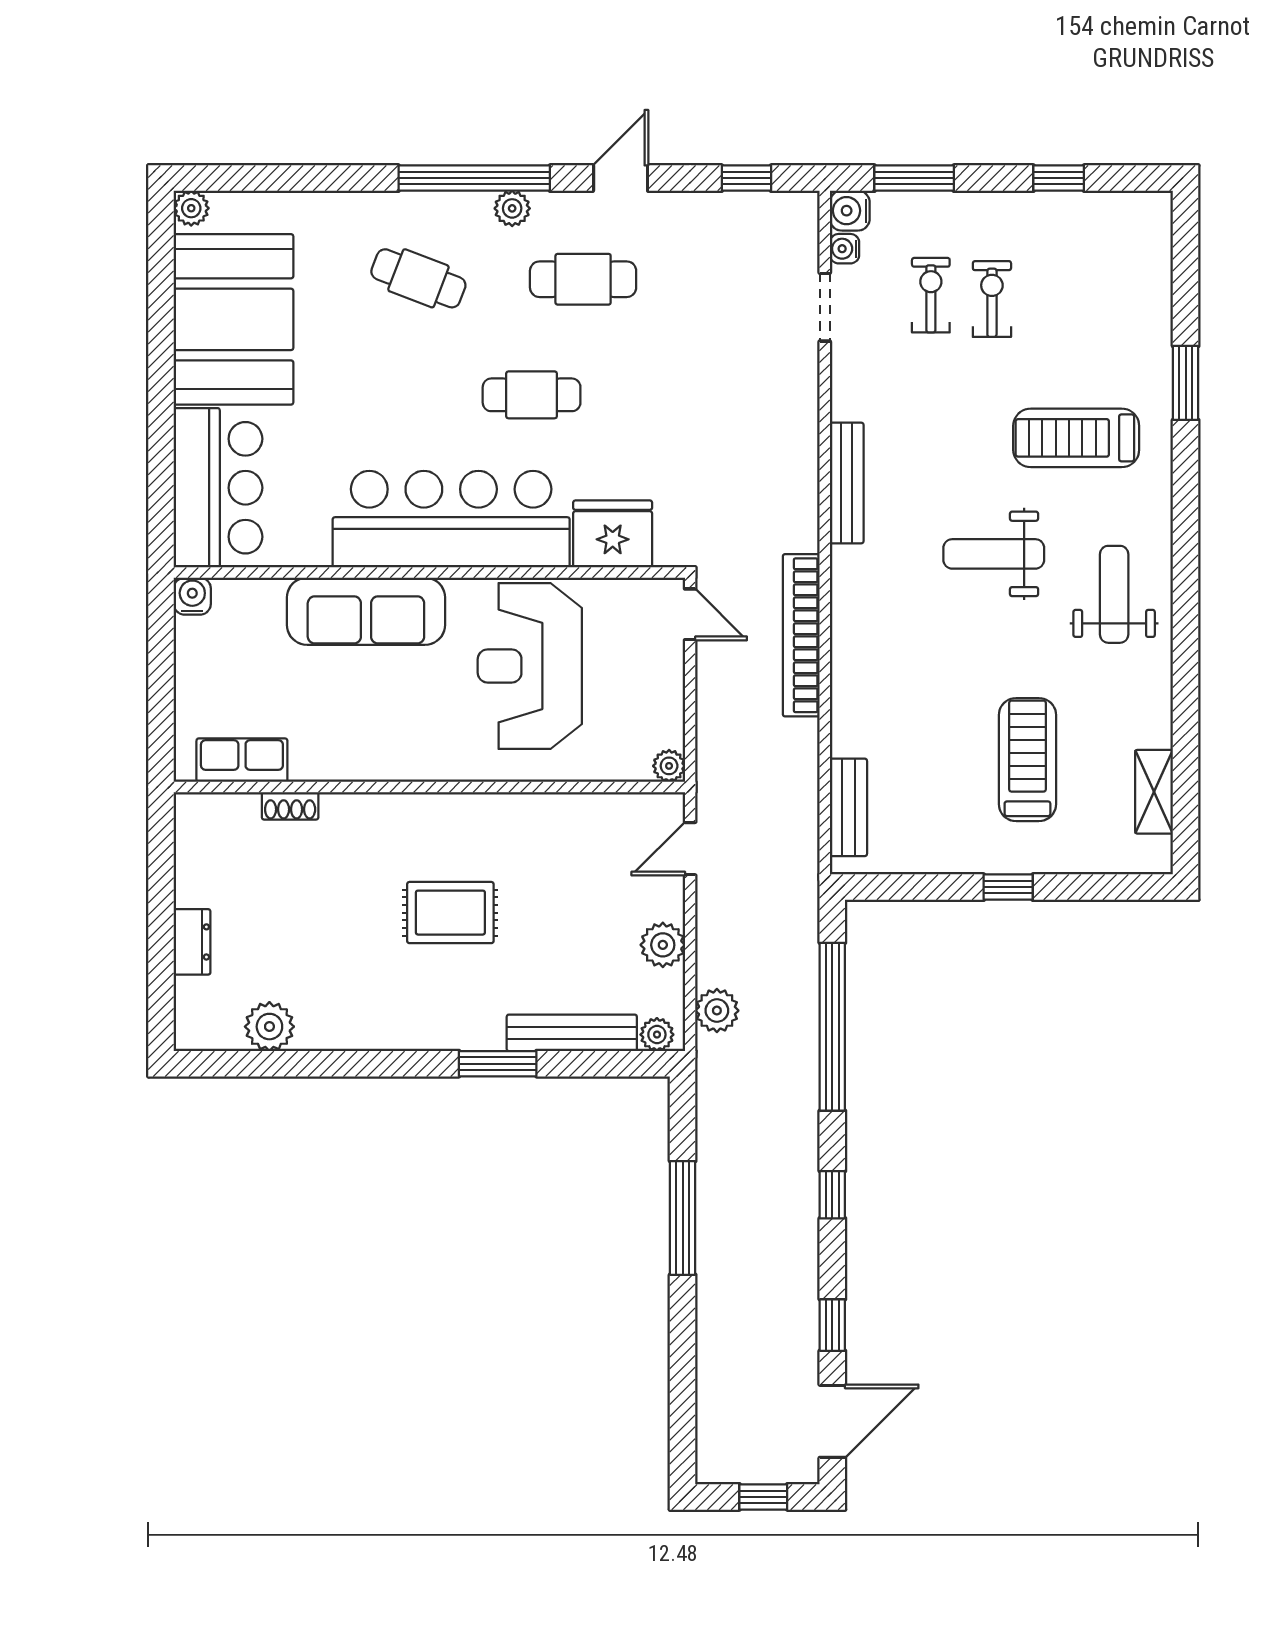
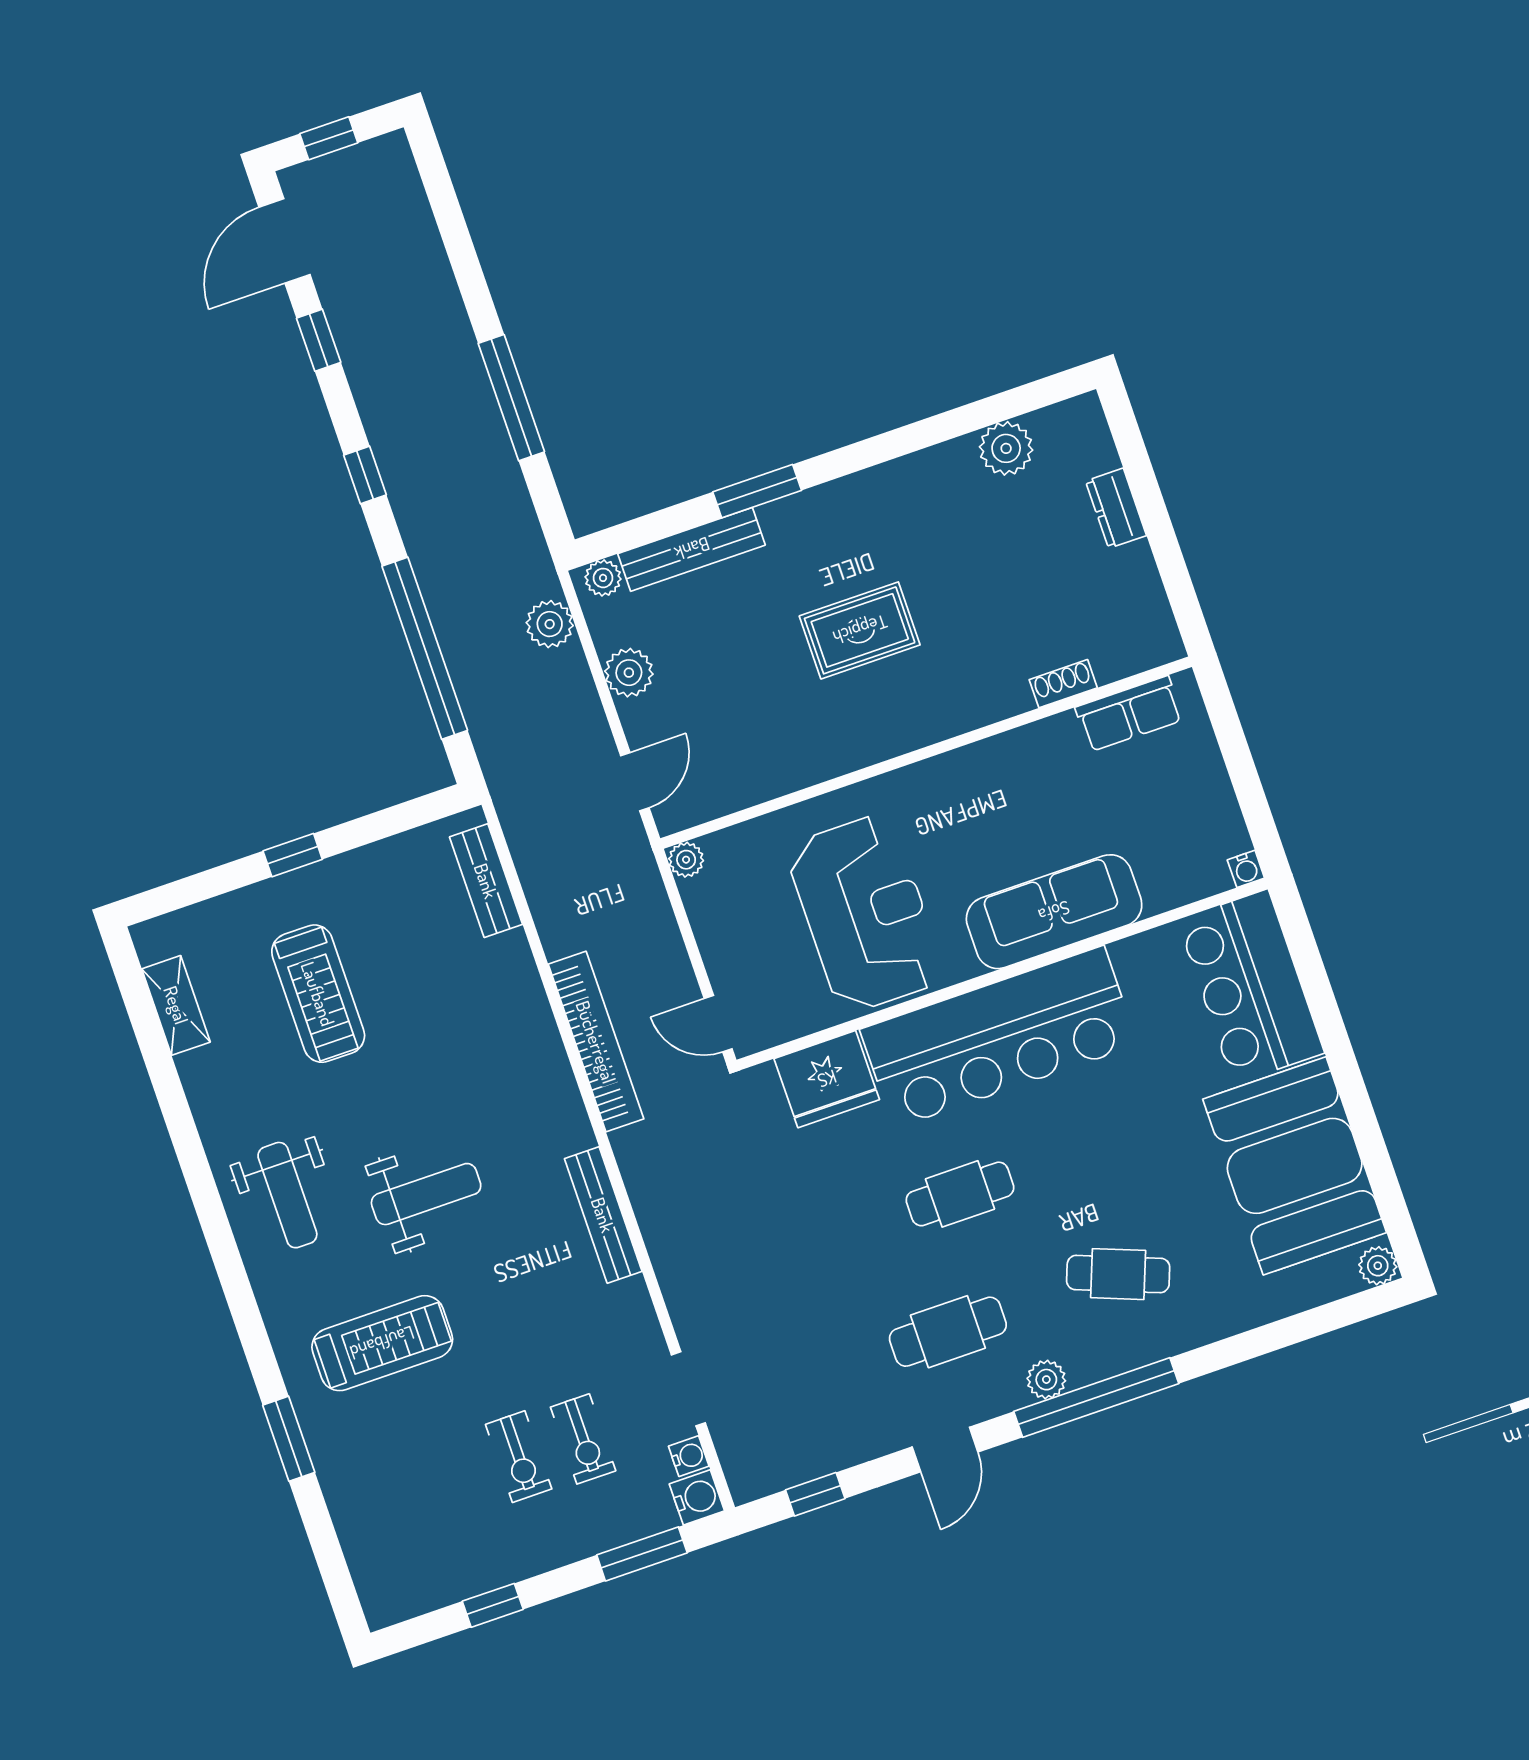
water cooler: (192, 596) -> (1246, 869), width x0.72, depth x0.72

